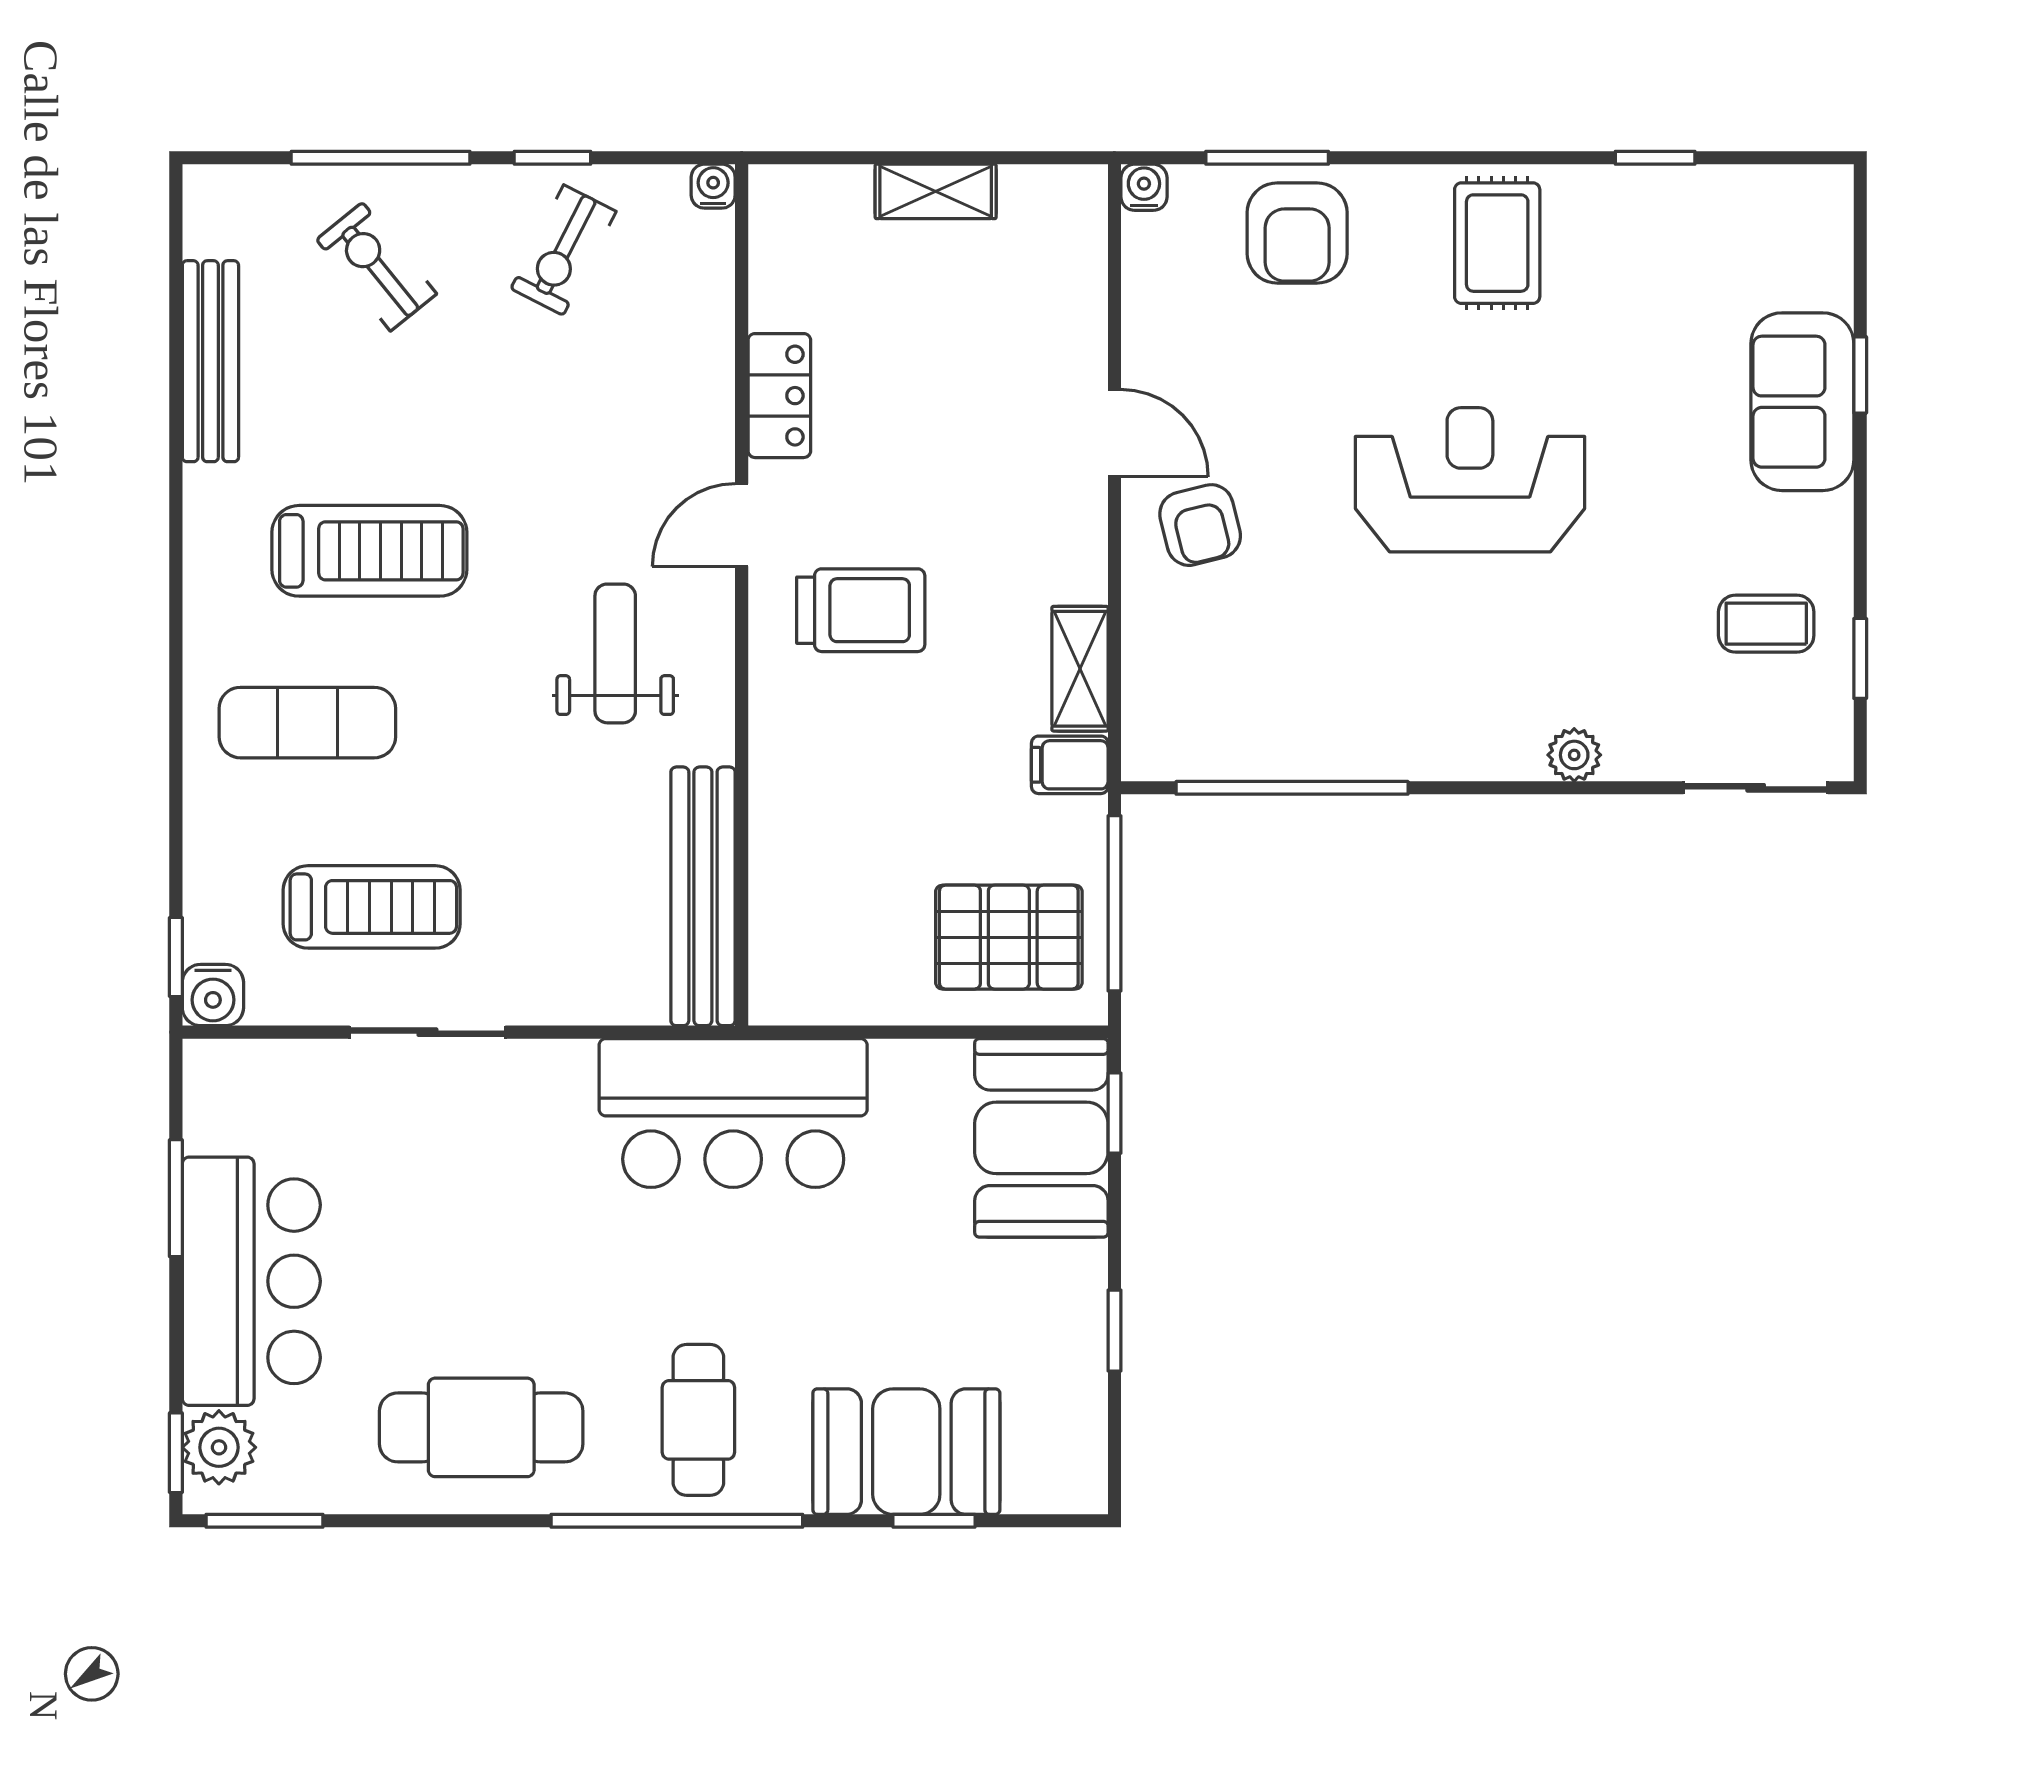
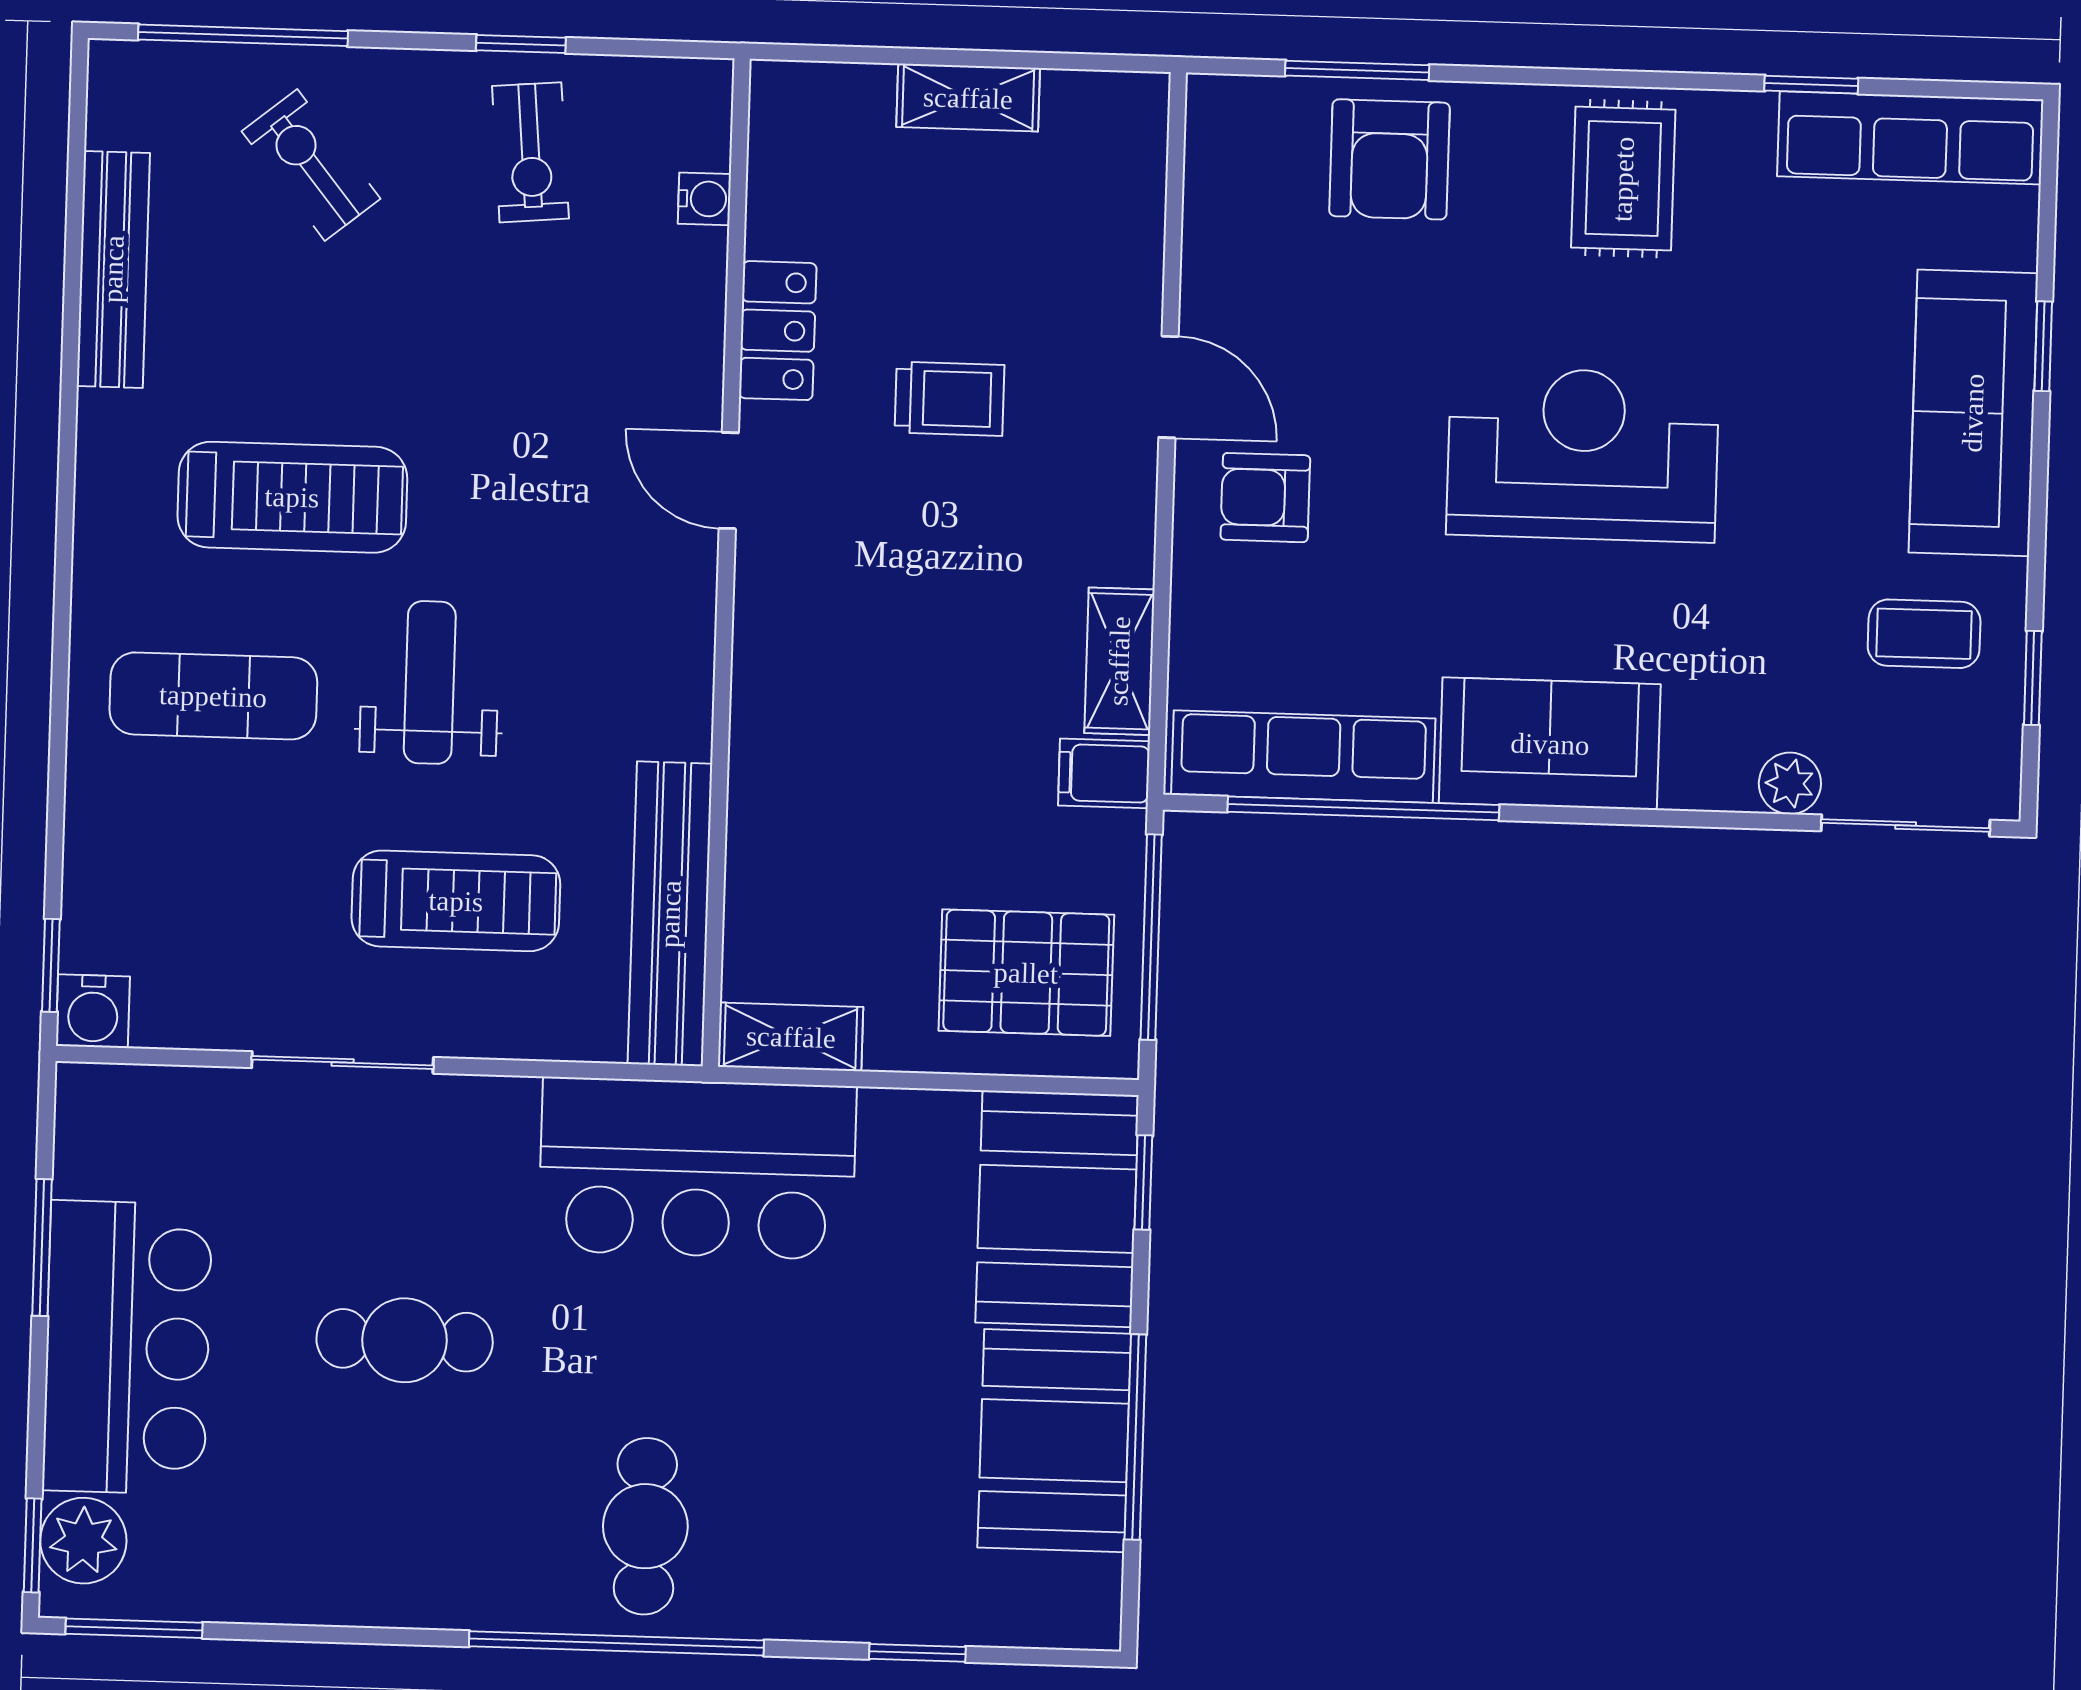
window: (381, 158) -> (243, 35), moved
water cooler: (713, 186) -> (704, 199), moved, turned 90
water cooler: (1144, 187) -> (1212, 100), removed
row of seats: (1741, 201) -> (1910, 138), added
exercise bike: (563, 250) -> (530, 152), turned -32
sofa: (1802, 402) -> (1973, 413), width x1.36
door: (742, 525) -> (729, 481), hinge flipped
armchair: (1200, 525) -> (1265, 498), turned 104
trolley: (861, 610) -> (950, 399), moved, width x0.73, depth x0.72
weight bench: (615, 653) -> (430, 682), moved
sofa: (1450, 728) -> (1550, 744), added
row of seats: (1239, 745) -> (1303, 757), added
plant: (1574, 755) -> (1790, 783), moved
treadmill: (372, 907) -> (456, 901), moved
shelving: (809, 998) -> (791, 1037), added
window: (1114, 1331) -> (1135, 1437), width x2.17
cafe table: (481, 1427) -> (405, 1340), moved, width x0.73, depth x0.74
booth: (906, 1452) -> (1054, 1441), moved, turned 90

